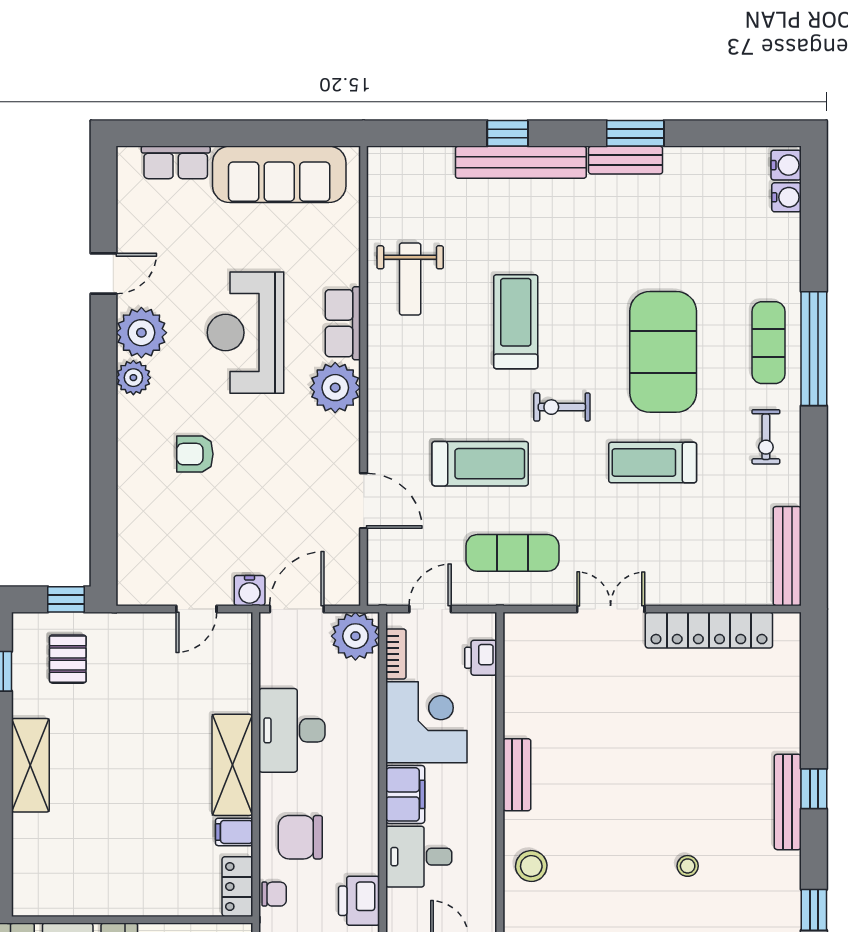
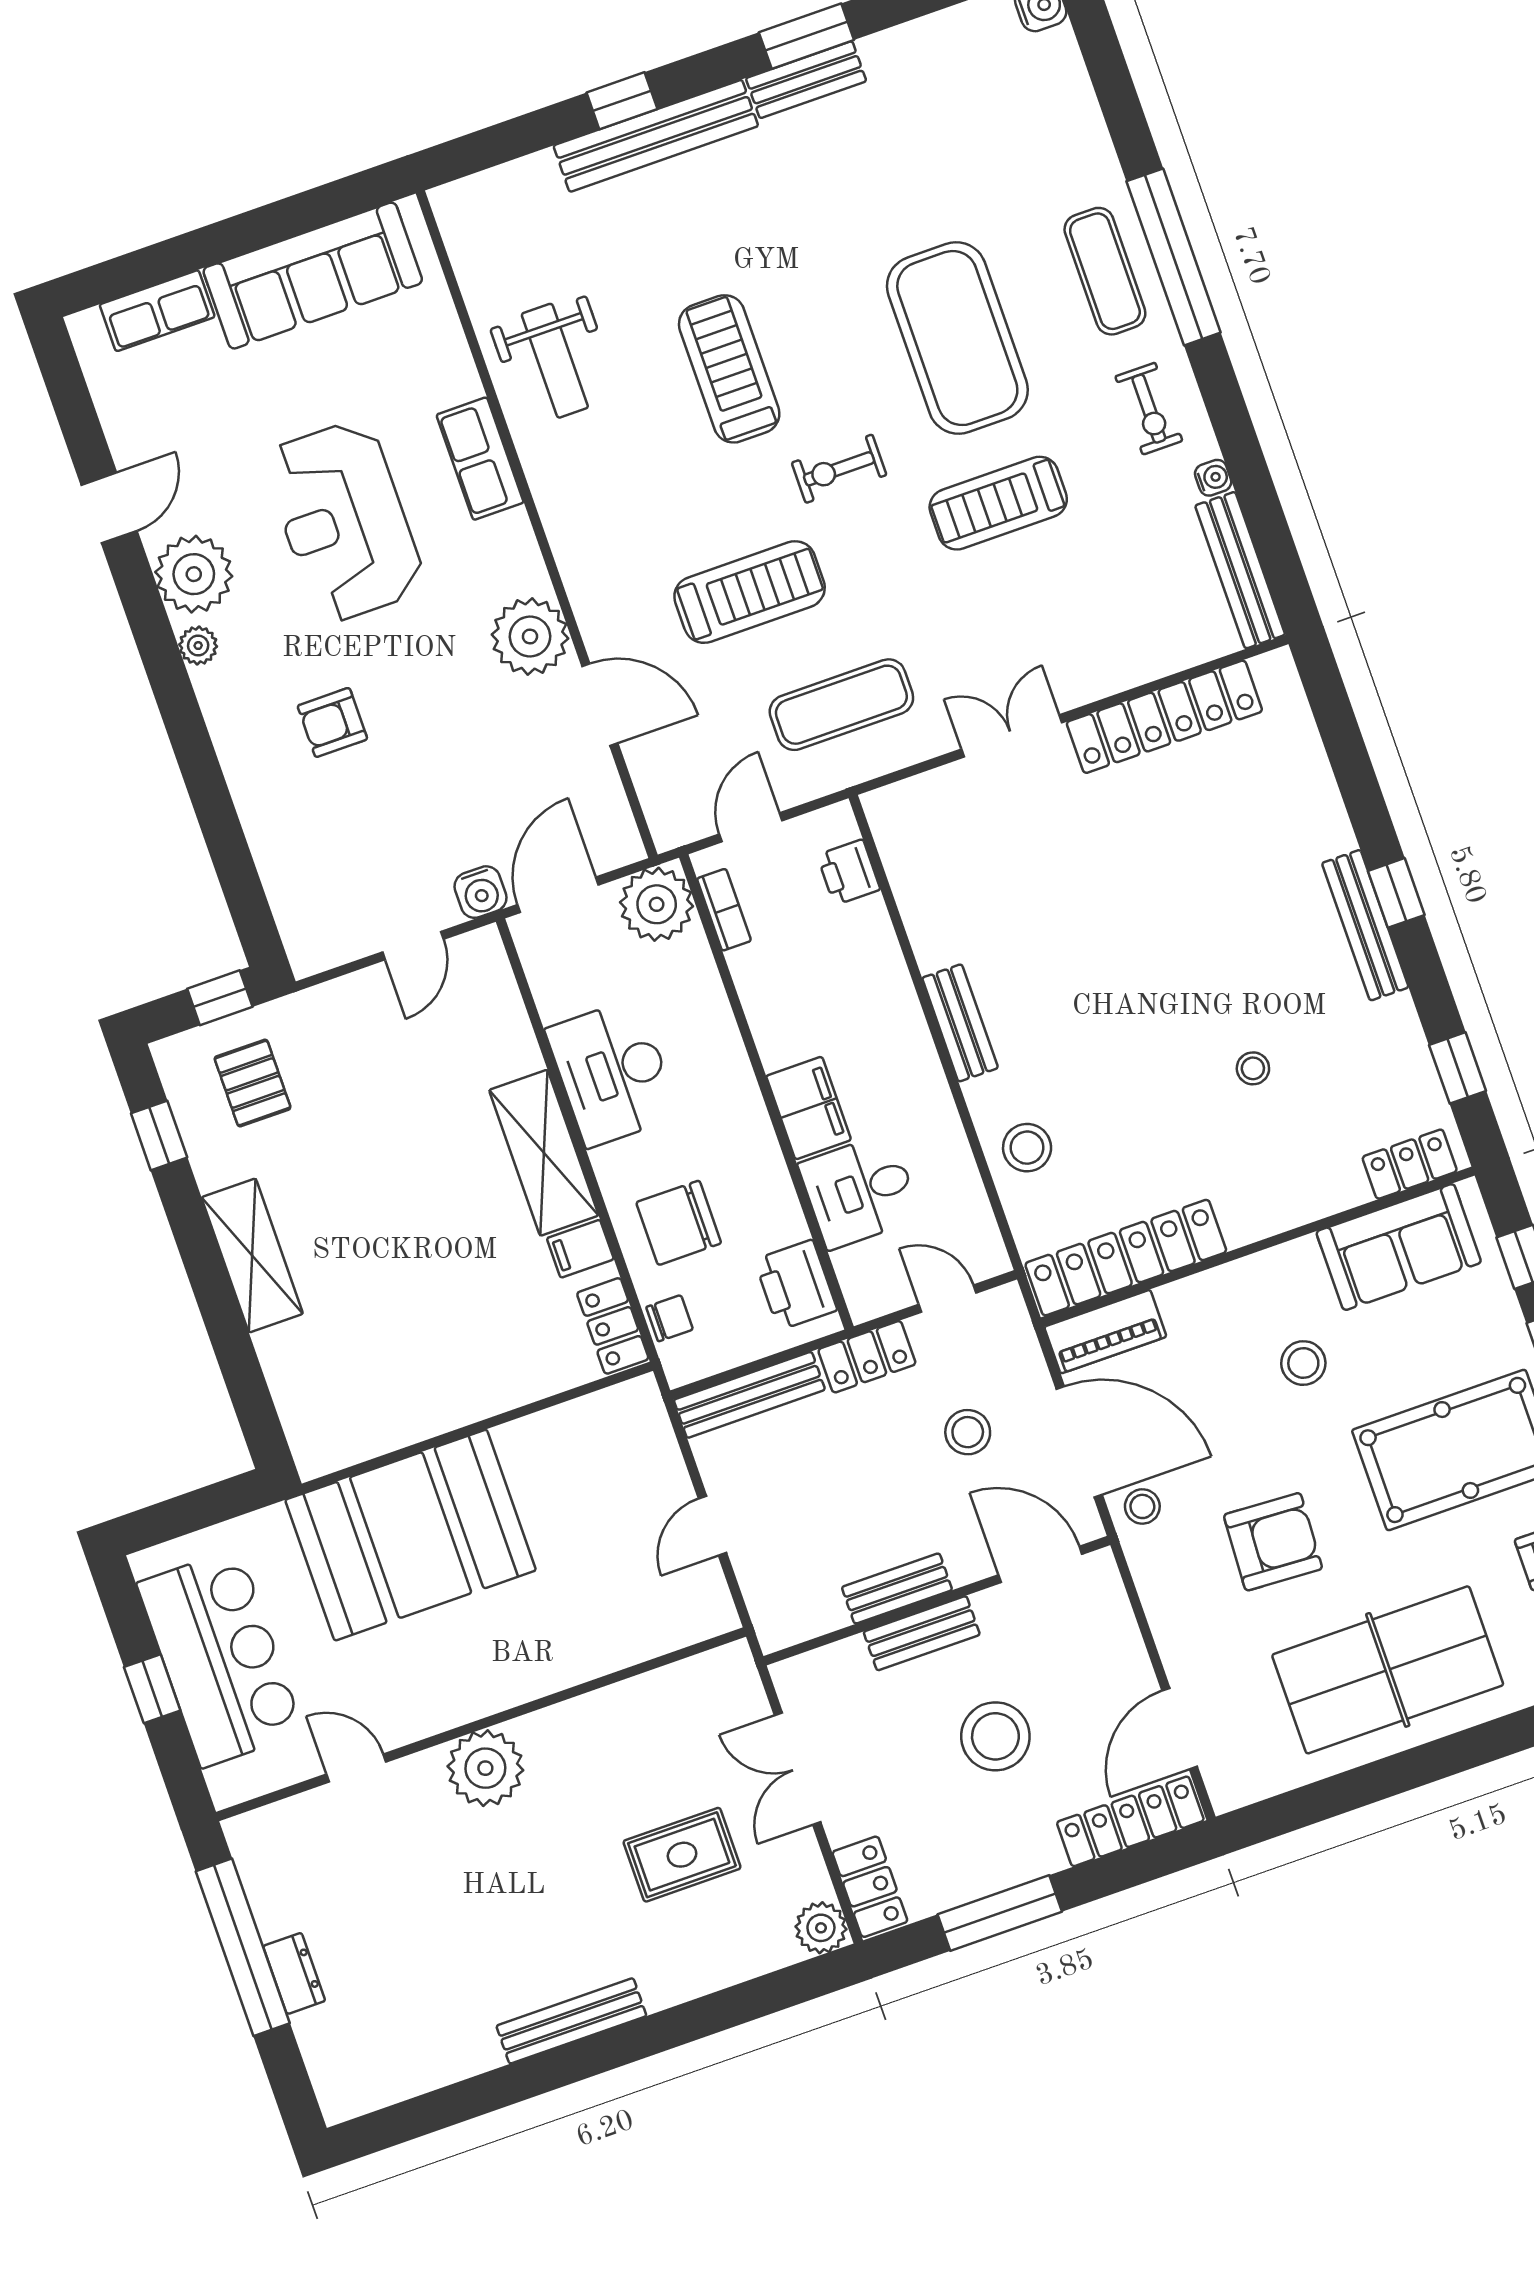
water cooler: (787, 197) -> (1213, 478), moved, width x0.72, depth x0.72
plant: (133, 378) -> (198, 646), width x0.73, depth x0.73
plant: (335, 388) -> (530, 636), moved
corner desk: (426, 722) -> (803, 993), removed

